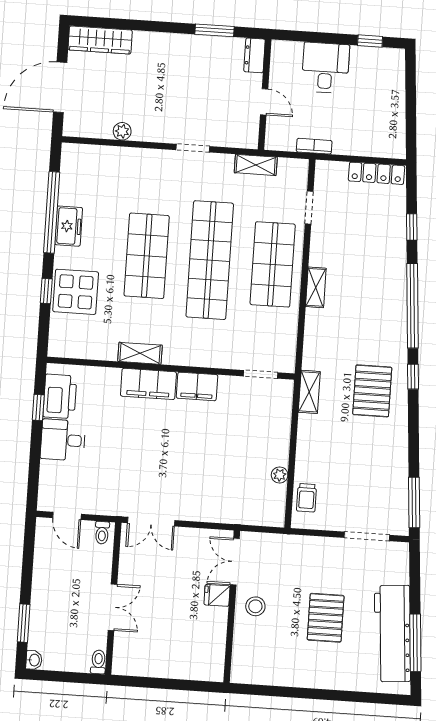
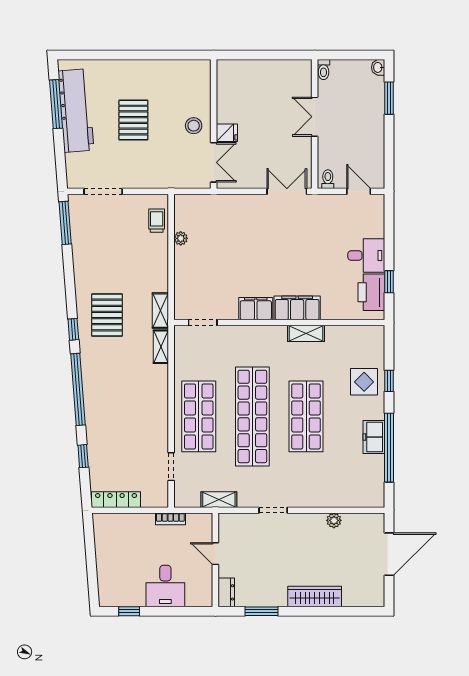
wardrobe: (100, 40) -> (315, 597), moved
shelving: (316, 287) -> (161, 347), moved
display table: (76, 292) -> (364, 382), width x0.73, depth x0.73

